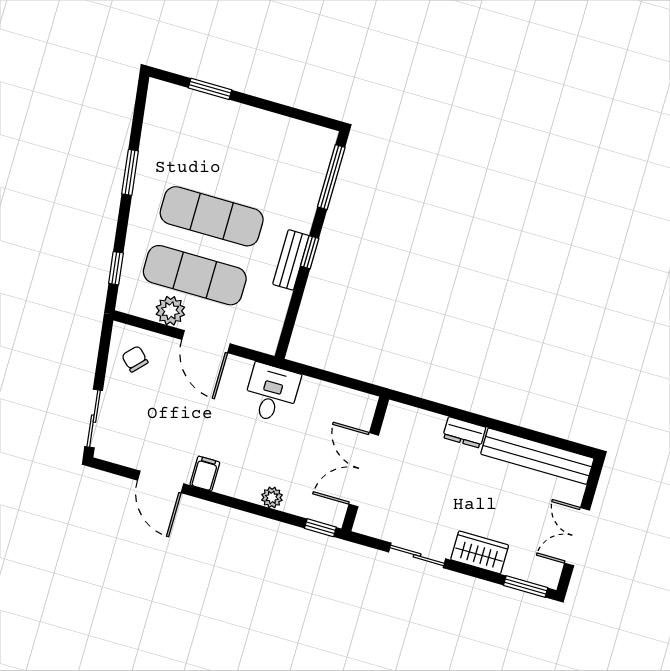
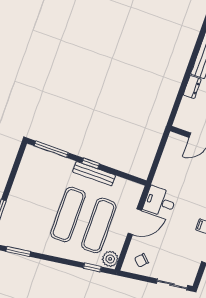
window: (130, 172) -> (18, 251), moved
bench: (291, 260) -> (94, 174), width x1.36
plant: (170, 311) -> (110, 259), moved
desk: (272, 393) -> (160, 202), moved

